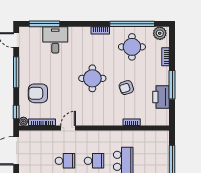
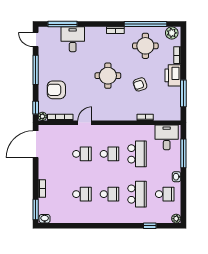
window: (172, 85) -> (183, 93), moved
printer: (161, 97) -> (173, 75), moved
desk: (154, 143) -> (167, 137), added

